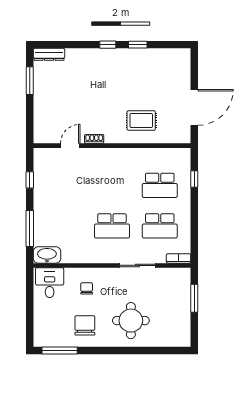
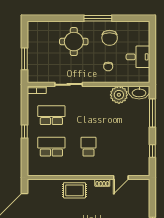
rug: (141, 120) -> (74, 190), moved
window: (194, 179) -> (25, 132), moved
school desk: (112, 226) -> (88, 147), moved, width x0.54
plant: (73, 252) -> (119, 95), added
desk: (50, 283) -> (138, 57), moved, turned -90
window: (60, 351) -> (98, 18), moved

